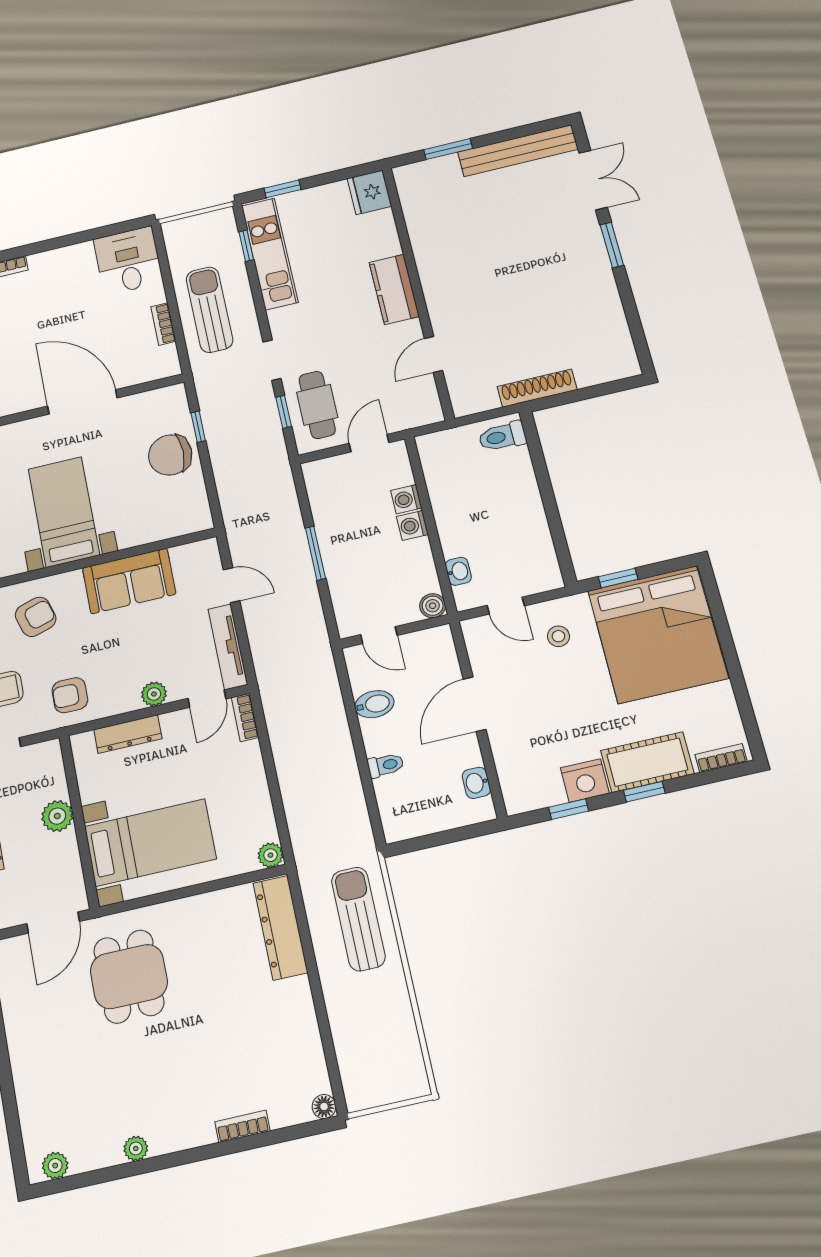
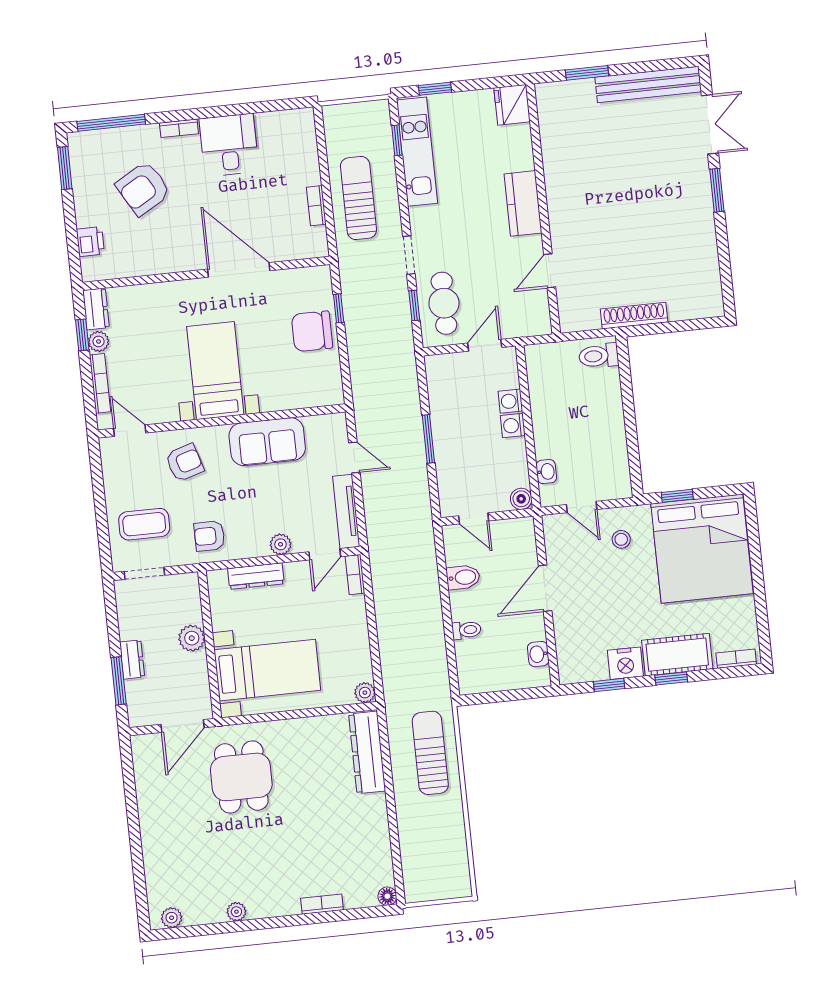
desk: (128, 261) -> (229, 145), moved

